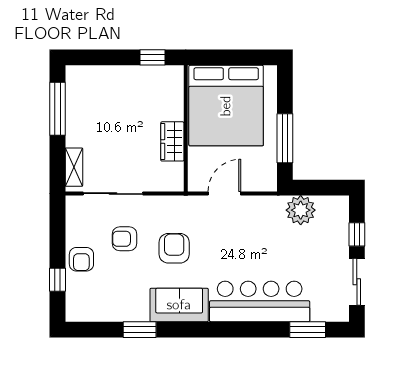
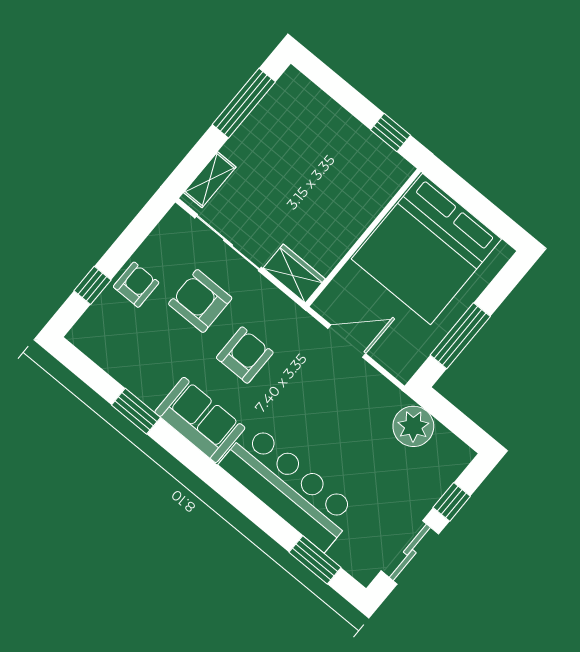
wardrobe: (172, 141) -> (294, 274), moved, turned 90
armchair: (125, 239) -> (200, 301), width x1.38, depth x1.38
armchair: (81, 259) -> (136, 285), turned 180

